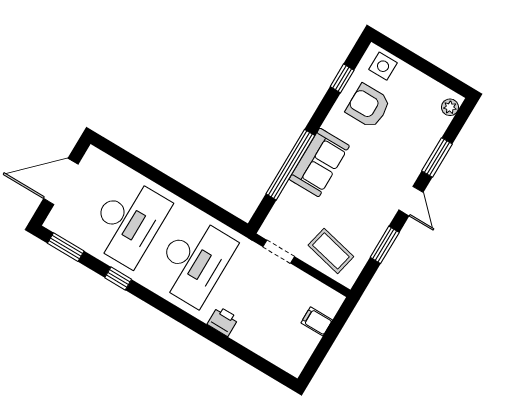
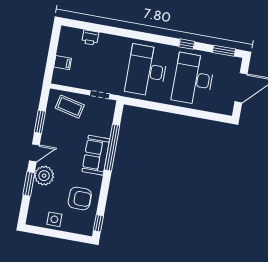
side table: (383, 66) -> (54, 219), moved
window: (342, 78) -> (98, 223), moved
plant: (450, 107) -> (44, 176), moved, width x1.88, depth x1.88
door: (411, 201) -> (34, 153), swing flipped
printer: (223, 321) -> (90, 38), moved

